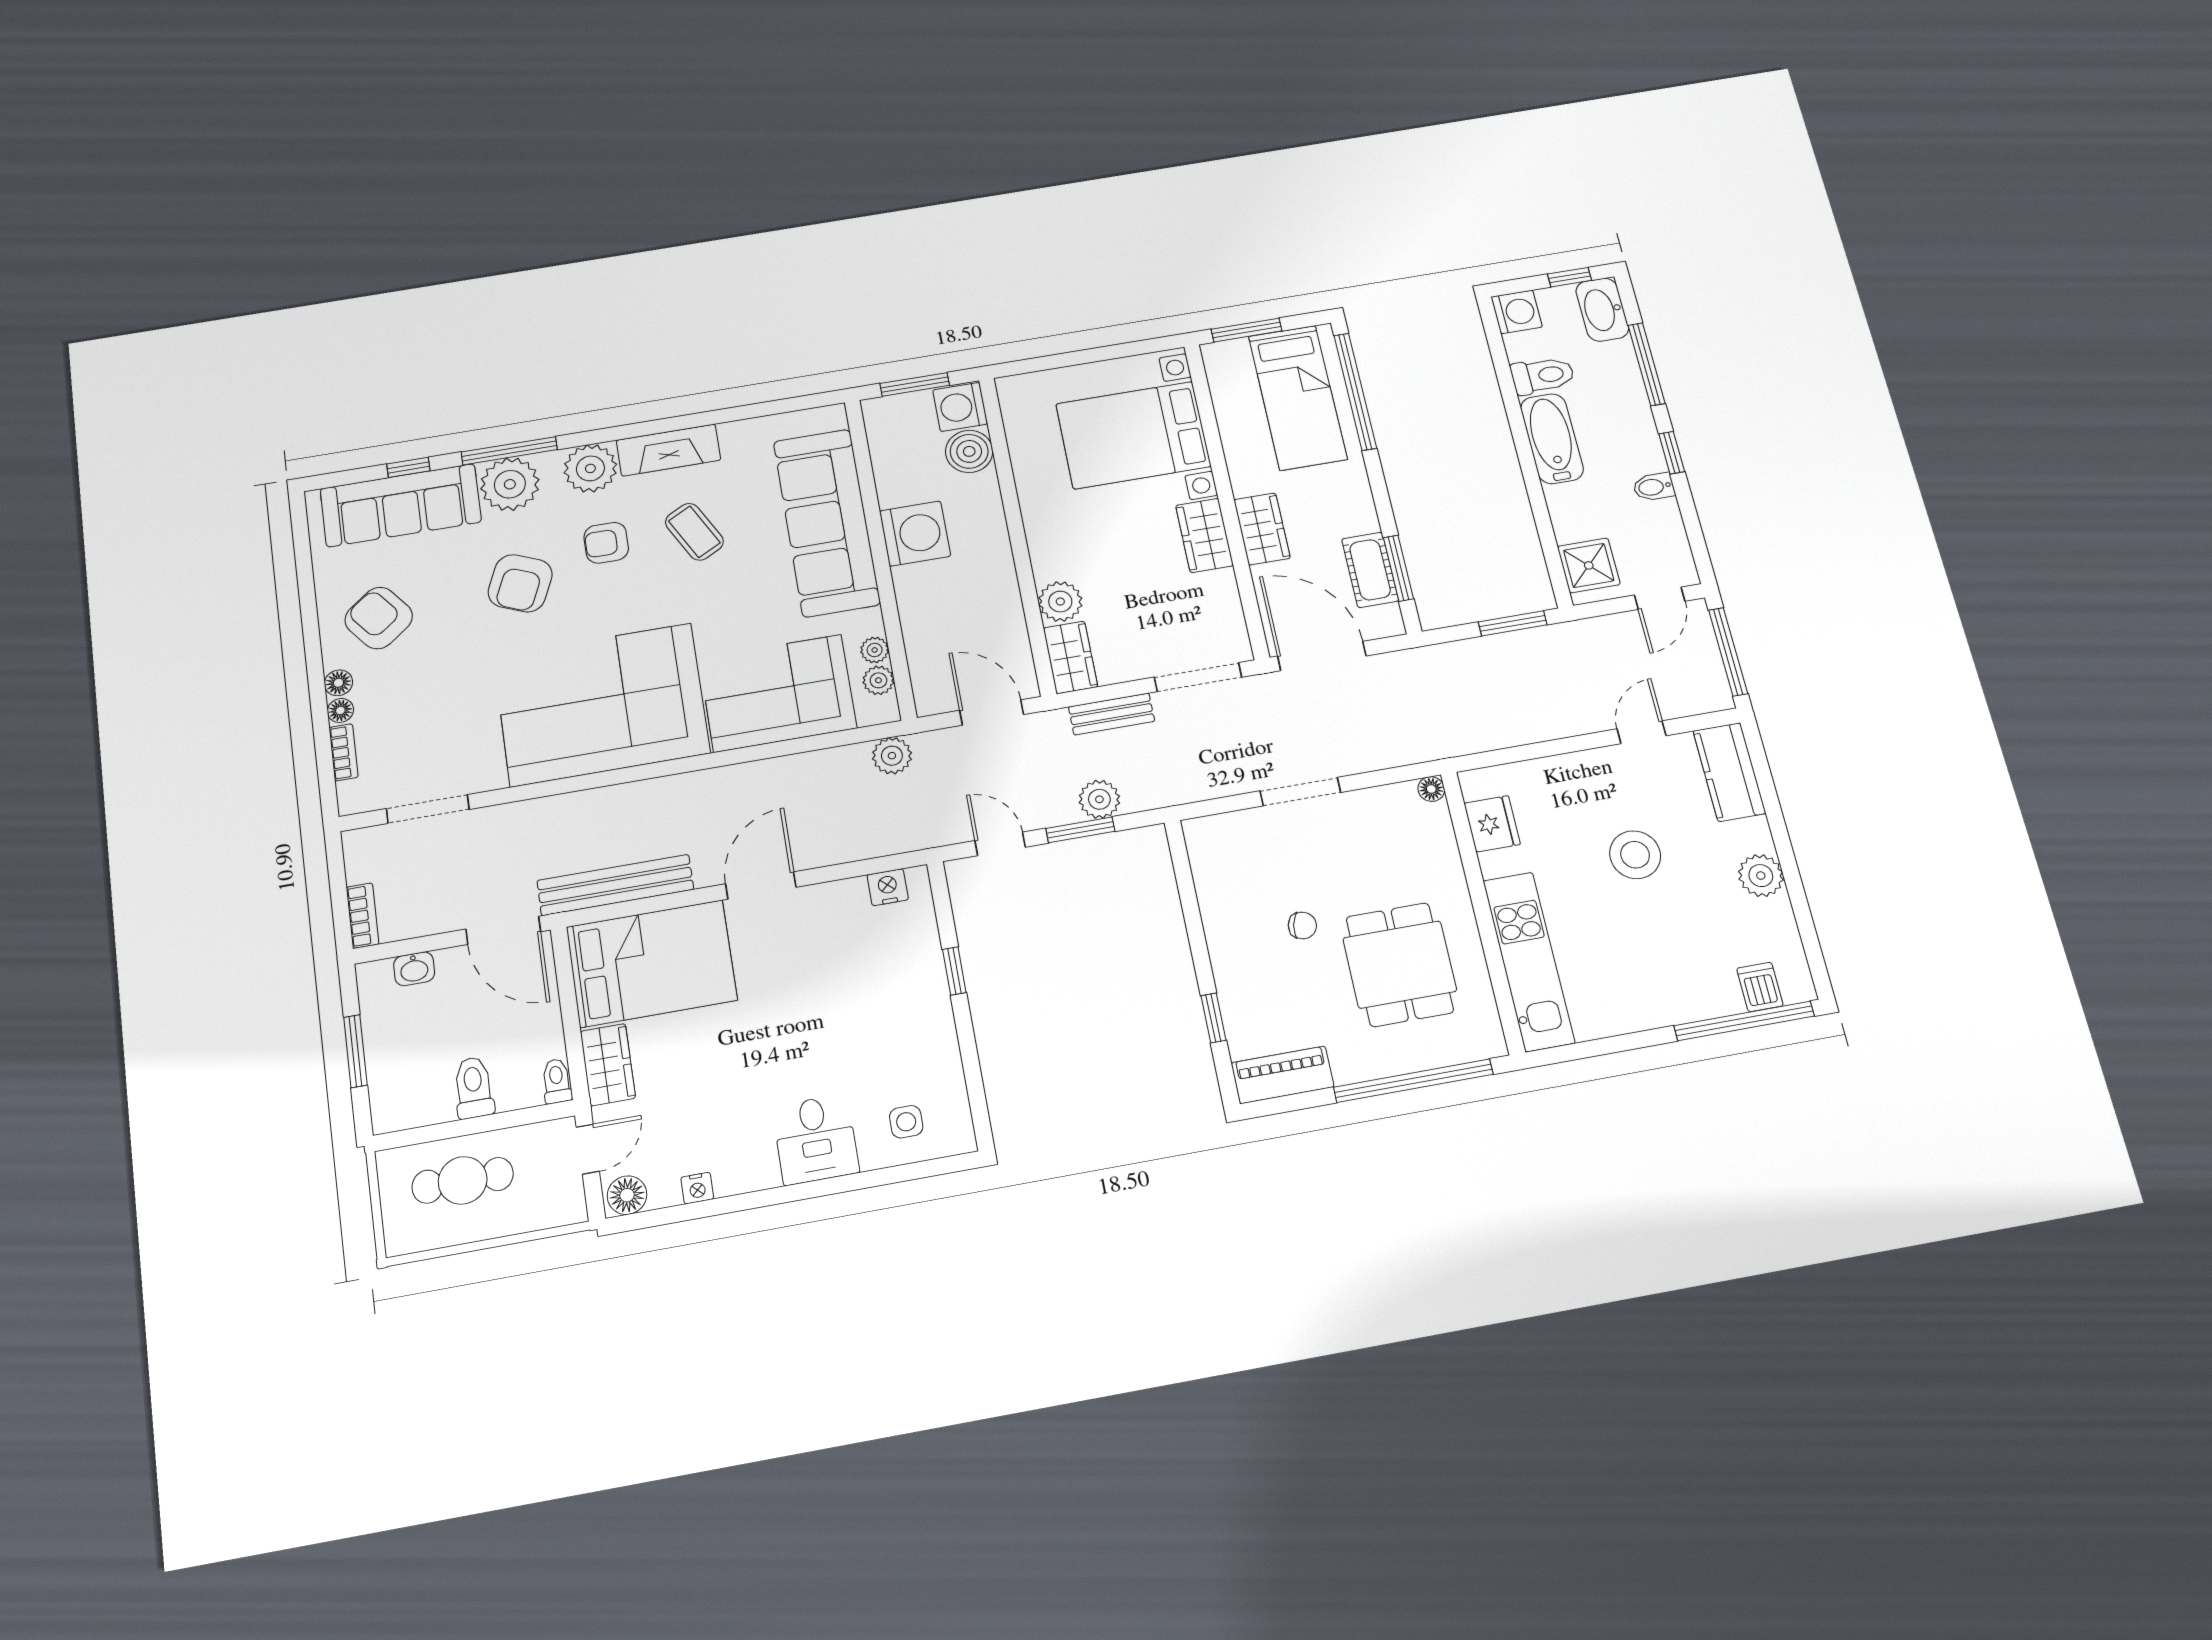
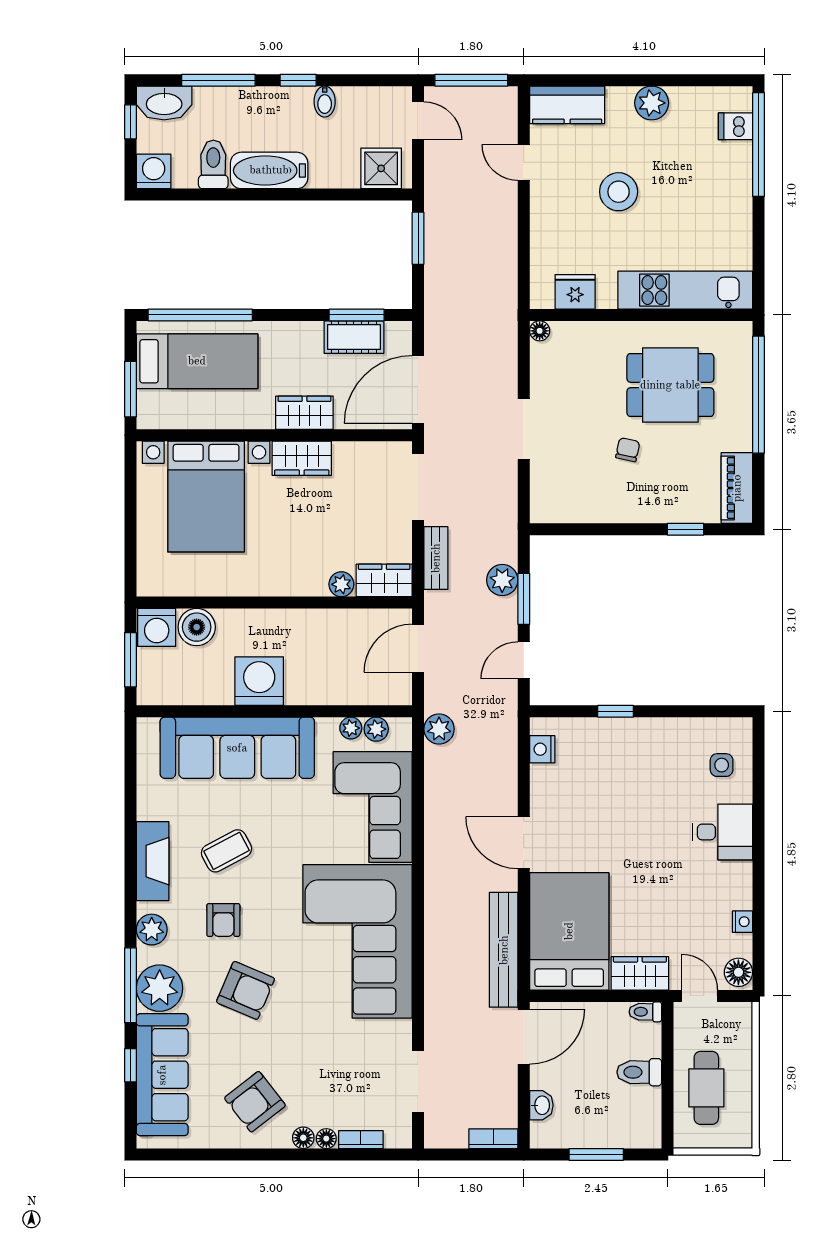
plant: (590, 468) -> (152, 930), width x0.73, depth x0.73
plant: (1060, 602) -> (341, 584), width x0.73, depth x0.73

